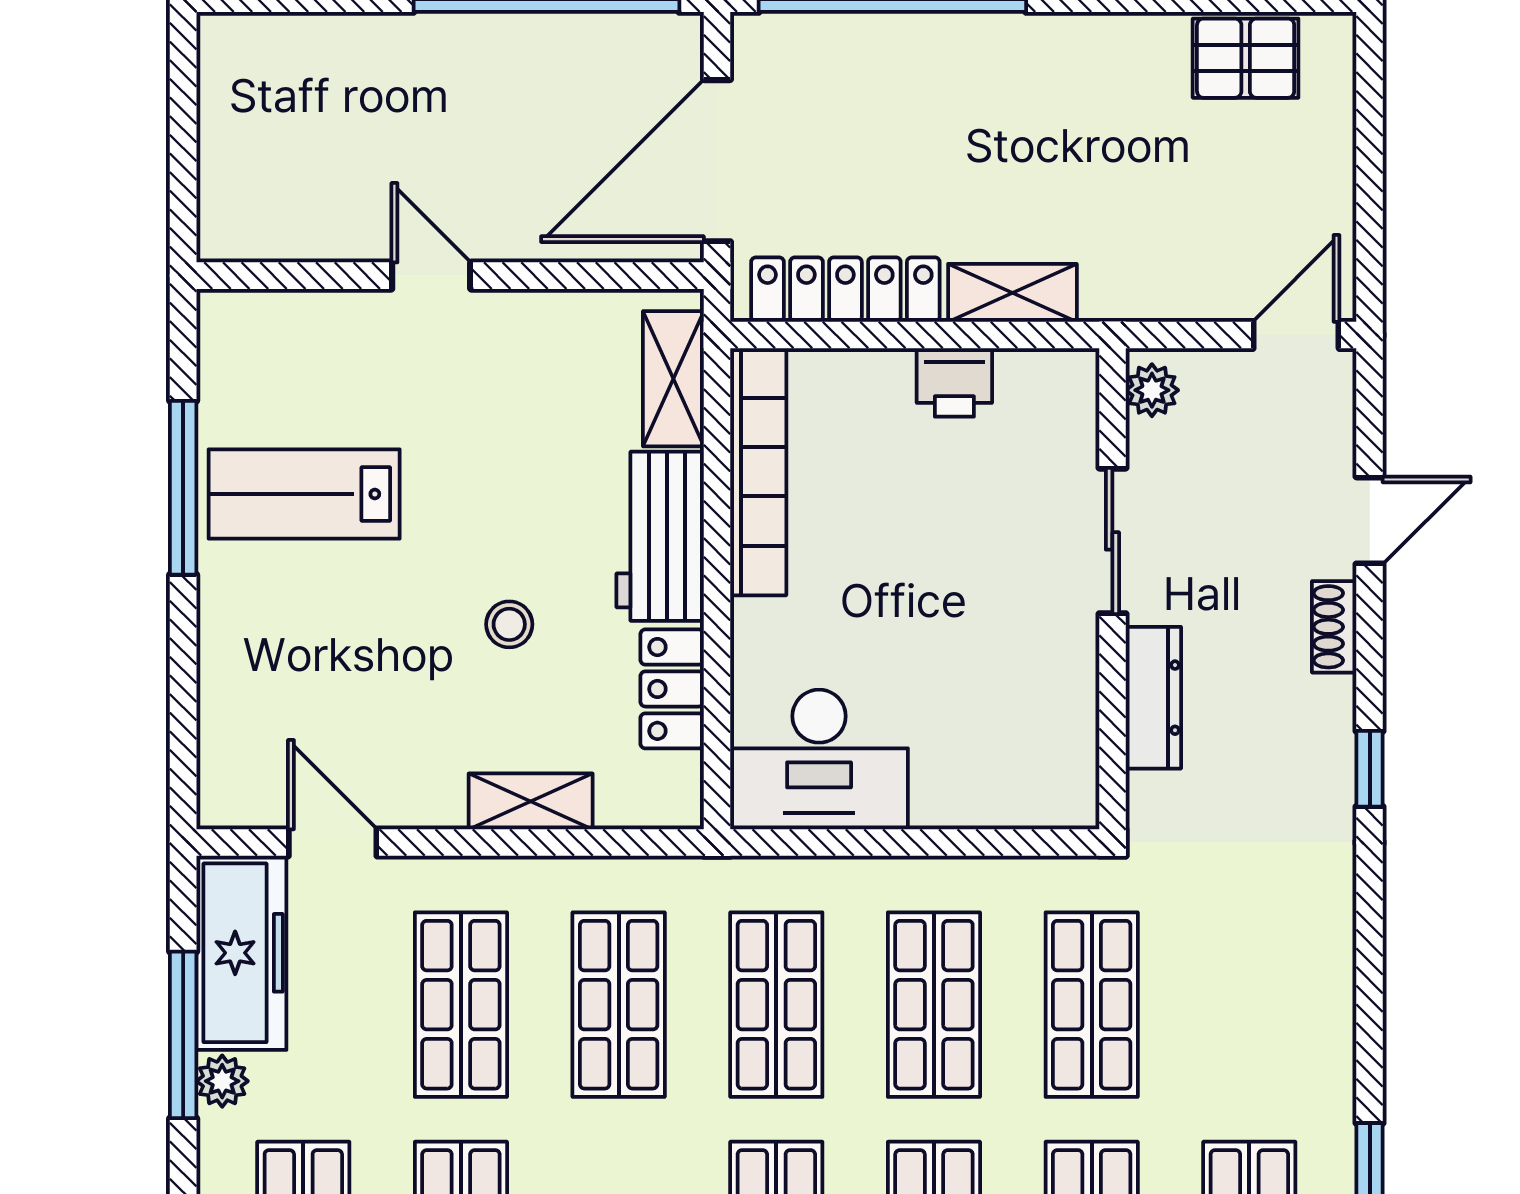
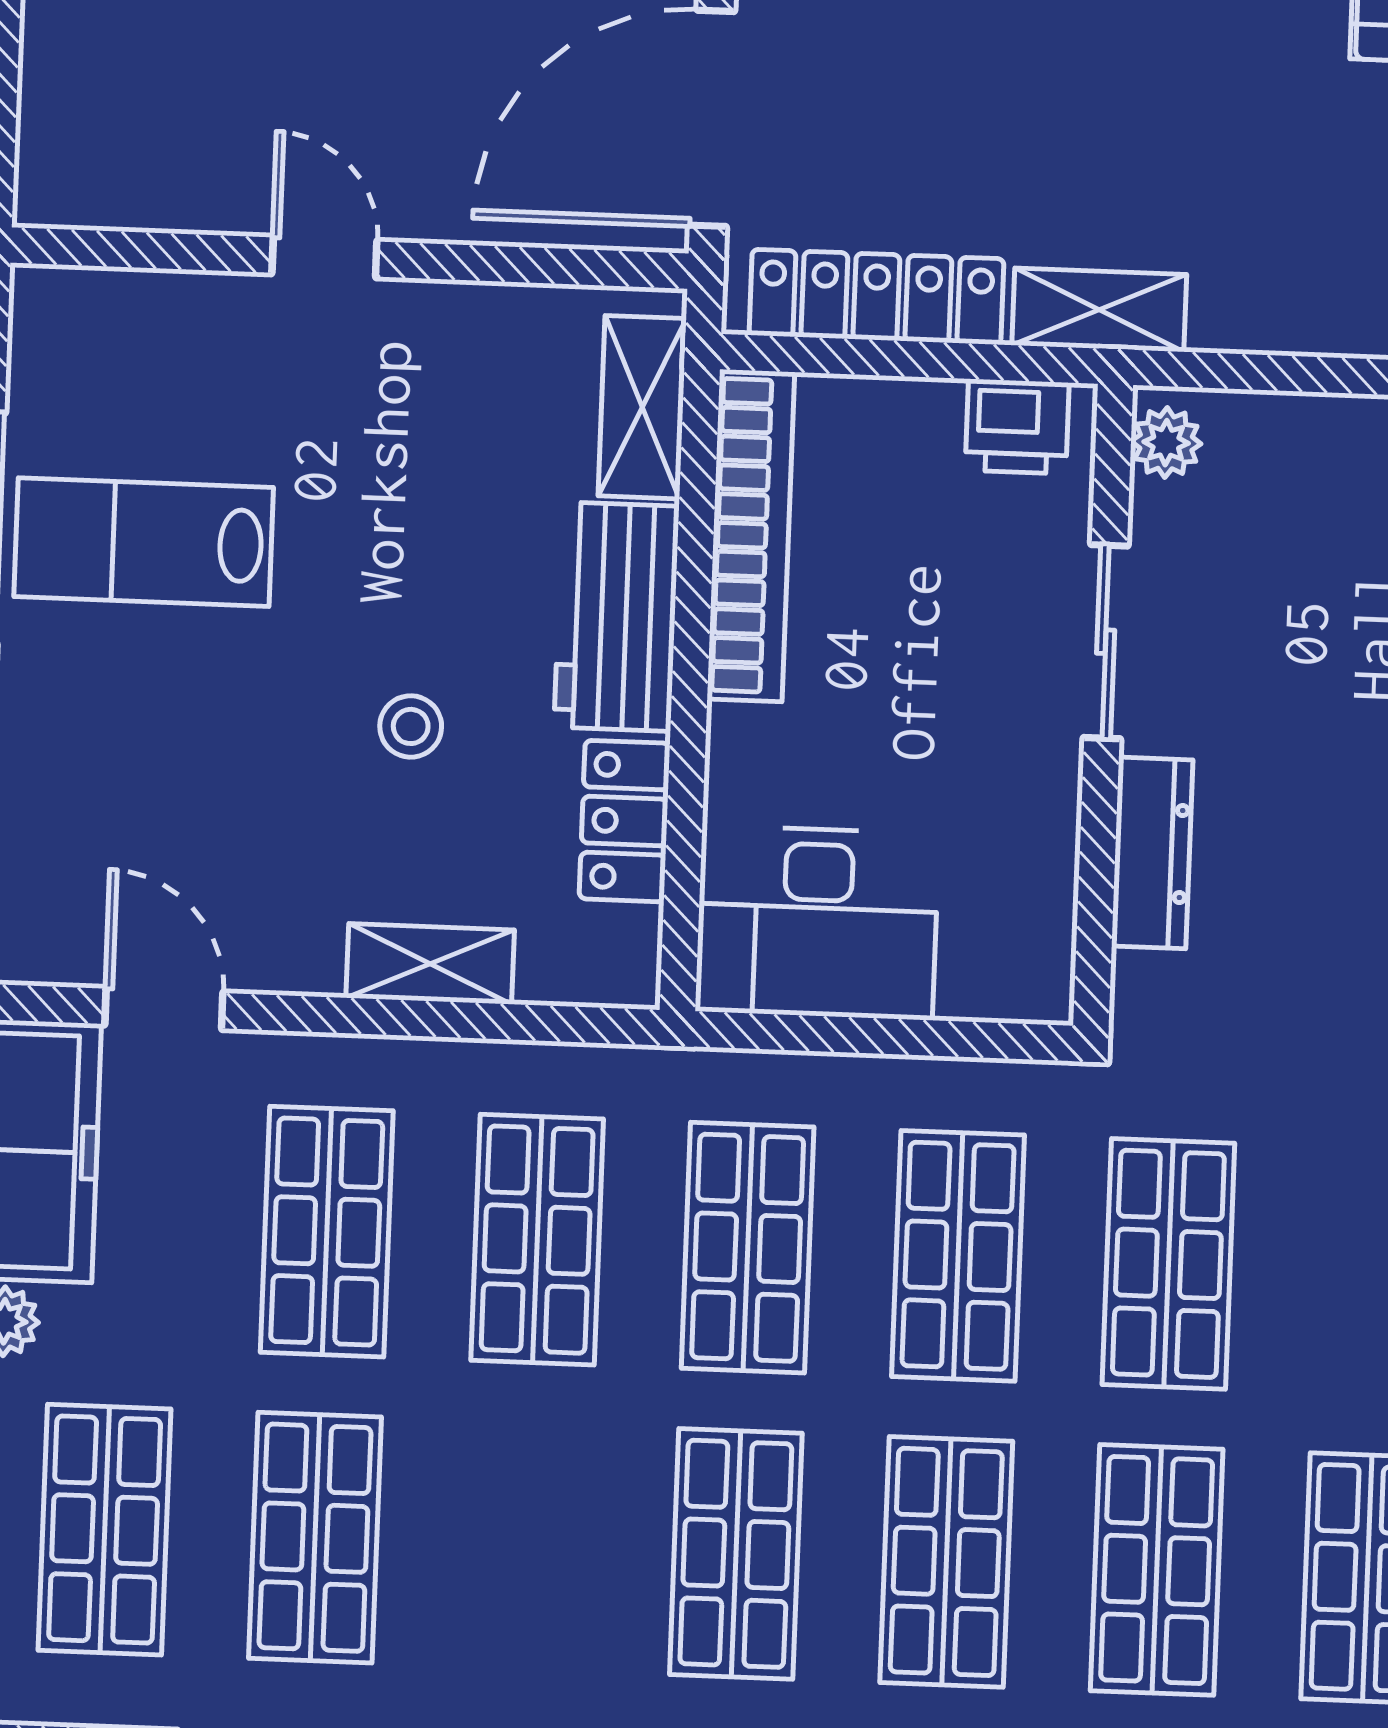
plant: (1152, 390) -> (1166, 443), moved
sliding door: (1112, 541) -> (1106, 642), moved
wall: (1112, 589) -> (1103, 705), moved
dresser: (1153, 698) -> (1152, 853), moved

